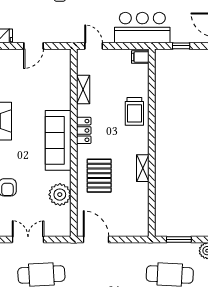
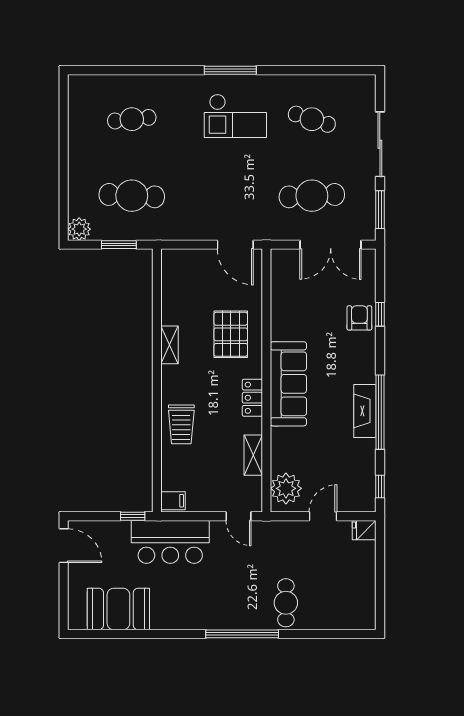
window: (181, 46) -> (133, 516), moved
trolley: (134, 111) -> (181, 424), turned 180
plant: (60, 195) -> (286, 488), moved
double door: (28, 240) -> (331, 245), width x1.37

